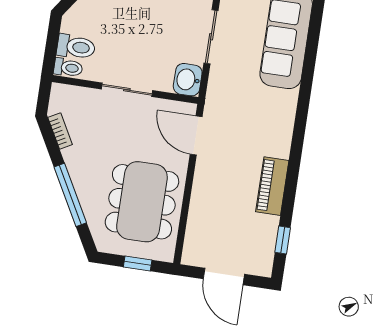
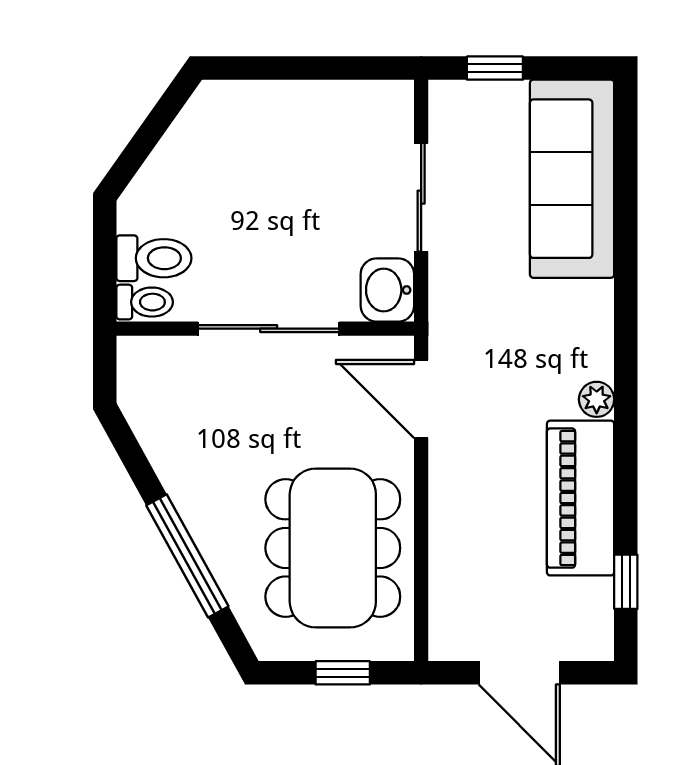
sliding door: (127, 90) -> (269, 329), width x1.37
bookcase: (60, 131) -> (148, 431), removed
plant: (282, 149) -> (597, 399), added
piano: (272, 186) -> (581, 498), width x1.37, depth x1.33

